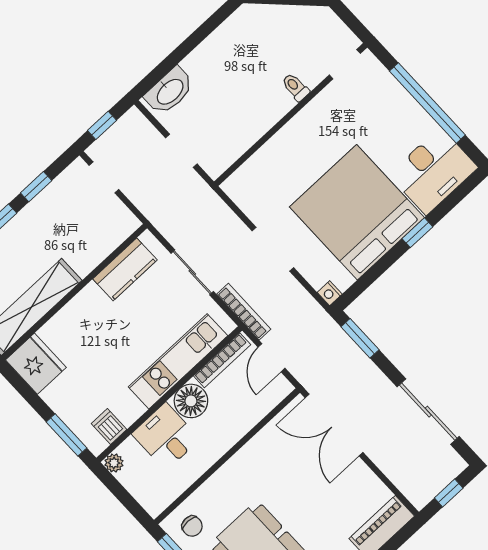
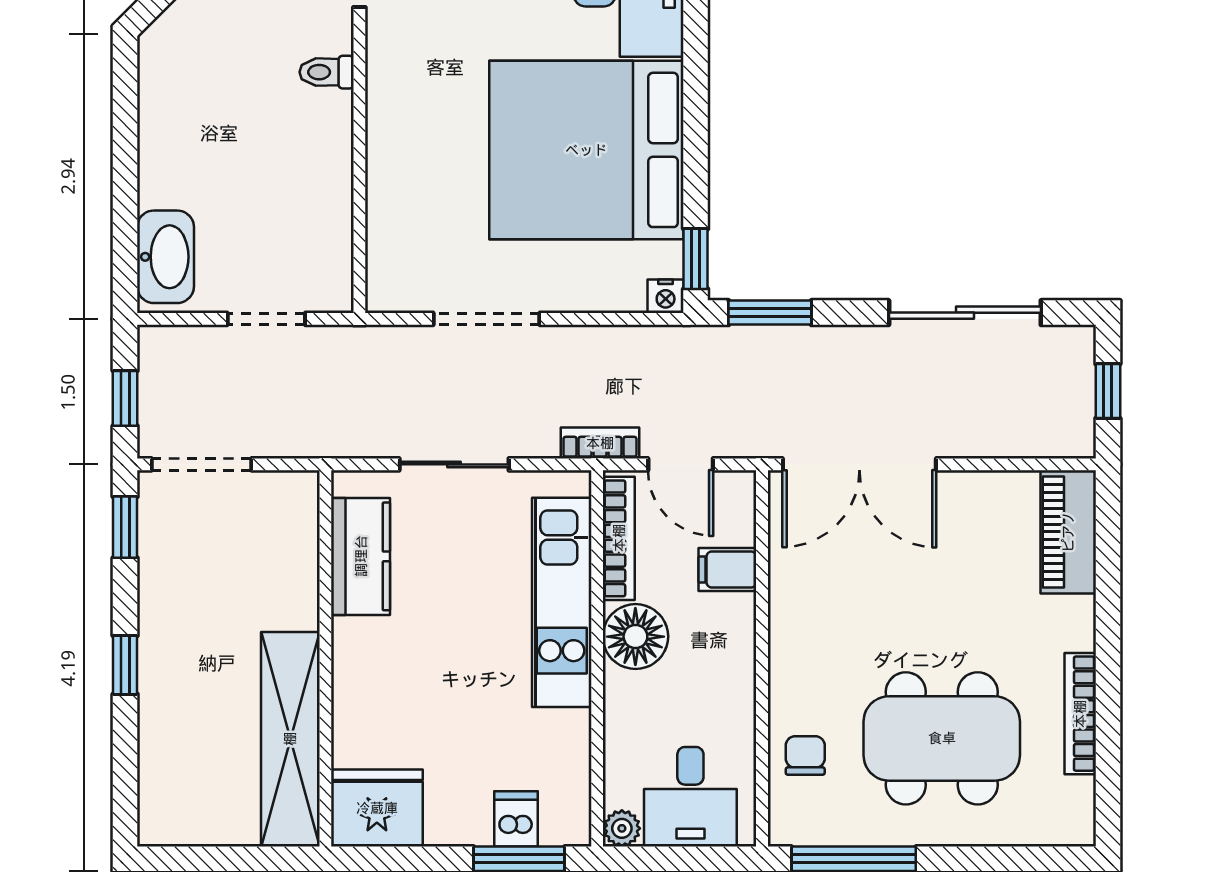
doorway: (104, 177) -> (202, 464), width x1.38
window: (36, 187) -> (125, 527), moved
window: (417, 233) -> (696, 259), moved
doorway: (273, 249) -> (486, 319), moved
bookcase: (244, 312) -> (600, 443), width x0.64
filing cabinet: (248, 412) -> (727, 569), added
dishwasher: (109, 426) -> (516, 819), moved, turned 90
desk: (166, 436) -> (690, 797), moved, turned -90
chair: (192, 526) -> (805, 756), moved, turned -90

